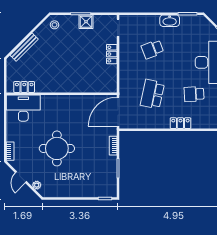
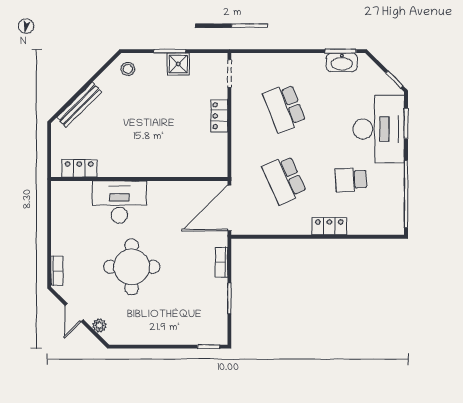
washbasin: (170, 21) -> (342, 62), moved
school desk: (152, 49) -> (284, 108), width x1.85
school desk: (152, 94) -> (284, 180), turned -36
desk: (23, 108) -> (119, 202), moved

